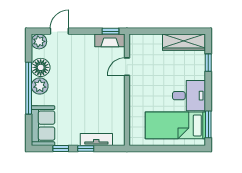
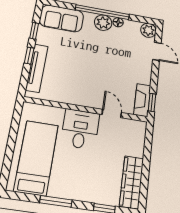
floor lamp: (41, 67) -> (118, 22), width x0.53, depth x0.53
desk: (189, 96) -> (80, 129), moved, turned 180
window: (208, 124) -> (56, 201), moved
tv unit: (96, 140) -> (37, 68), width x1.41

